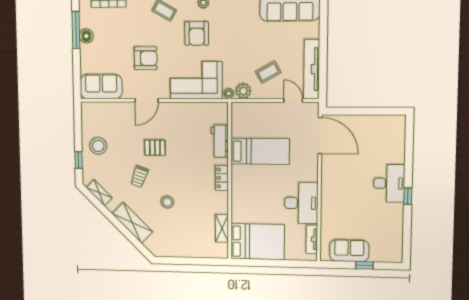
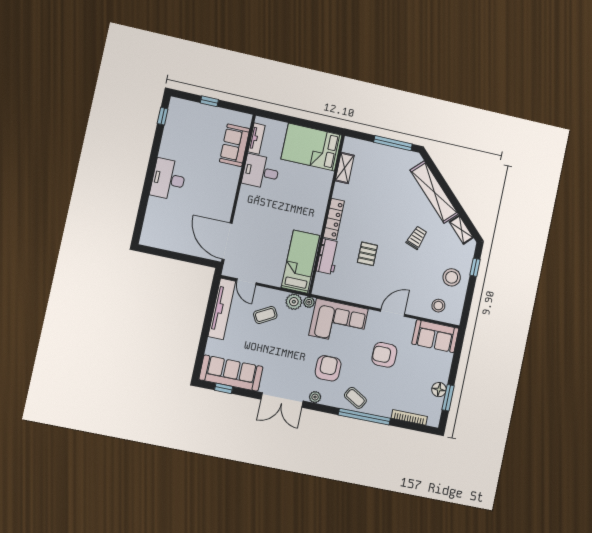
window: (76, 30) -> (448, 398), width x0.69
pallet: (155, 148) -> (367, 254), moved, turned 90
bed: (260, 151) -> (300, 262), moved, turned 90
locker: (222, 178) -> (334, 219), width x1.53
window: (408, 196) -> (163, 116), moved
stool: (167, 202) -> (438, 306), moved
desk: (301, 203) -> (261, 172), width x0.73
shelving: (132, 223) -> (434, 192), width x1.47
sofa: (349, 251) -> (235, 145), moved, turned 90
window: (181, 261) -> (393, 143), added

